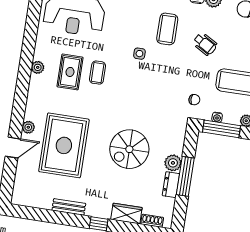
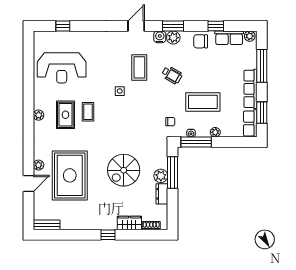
window: (185, 176) -> (173, 173), moved
bench: (69, 207) -> (47, 225), moved

